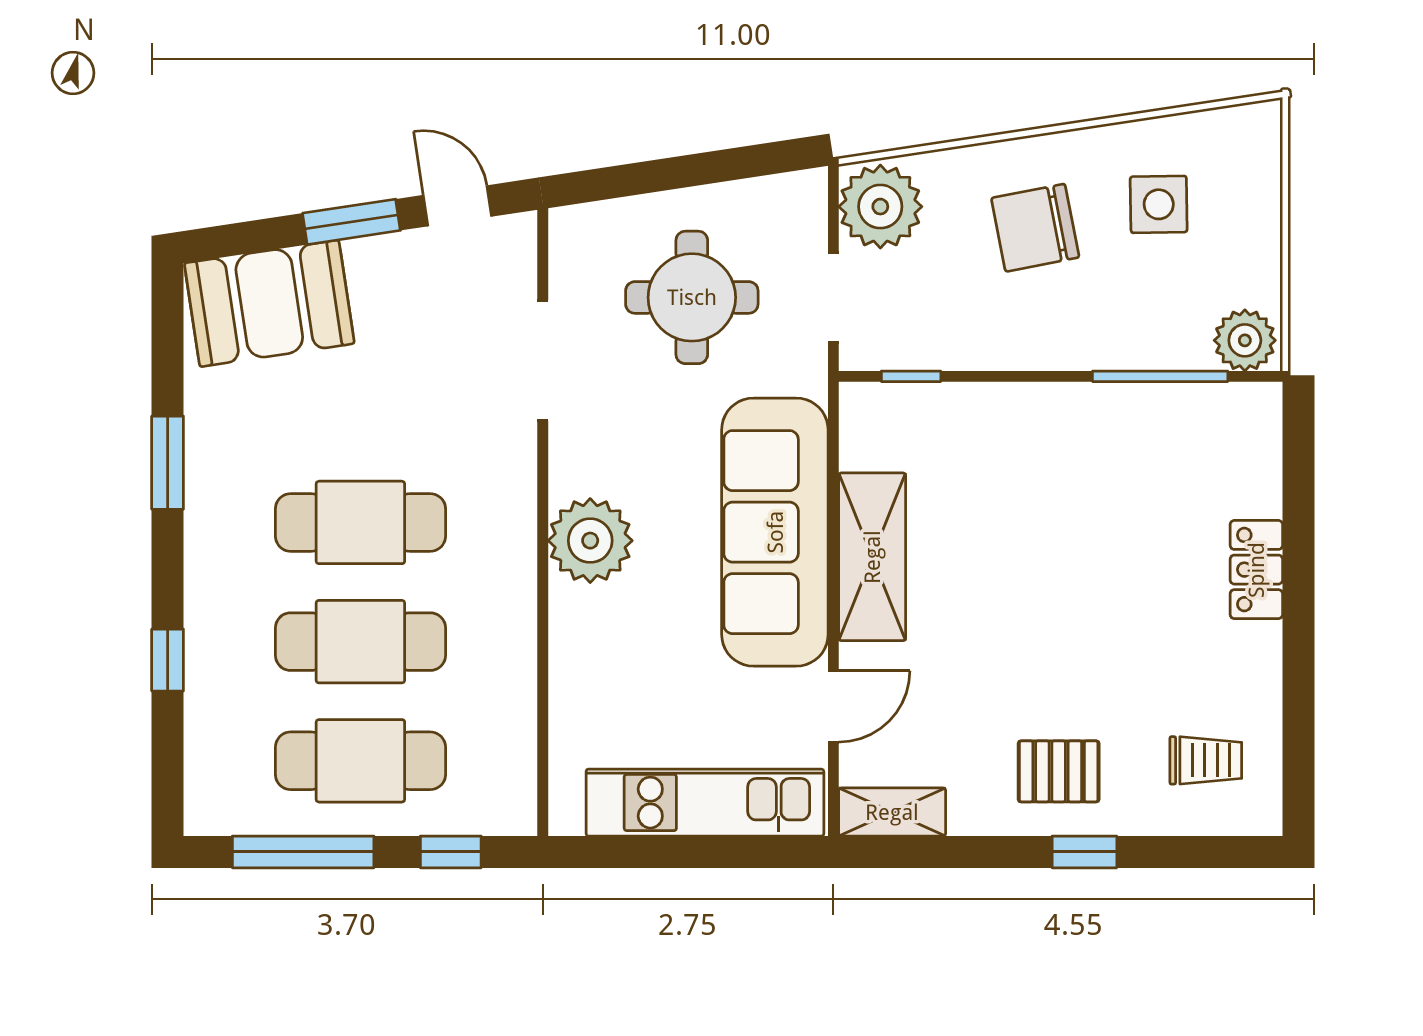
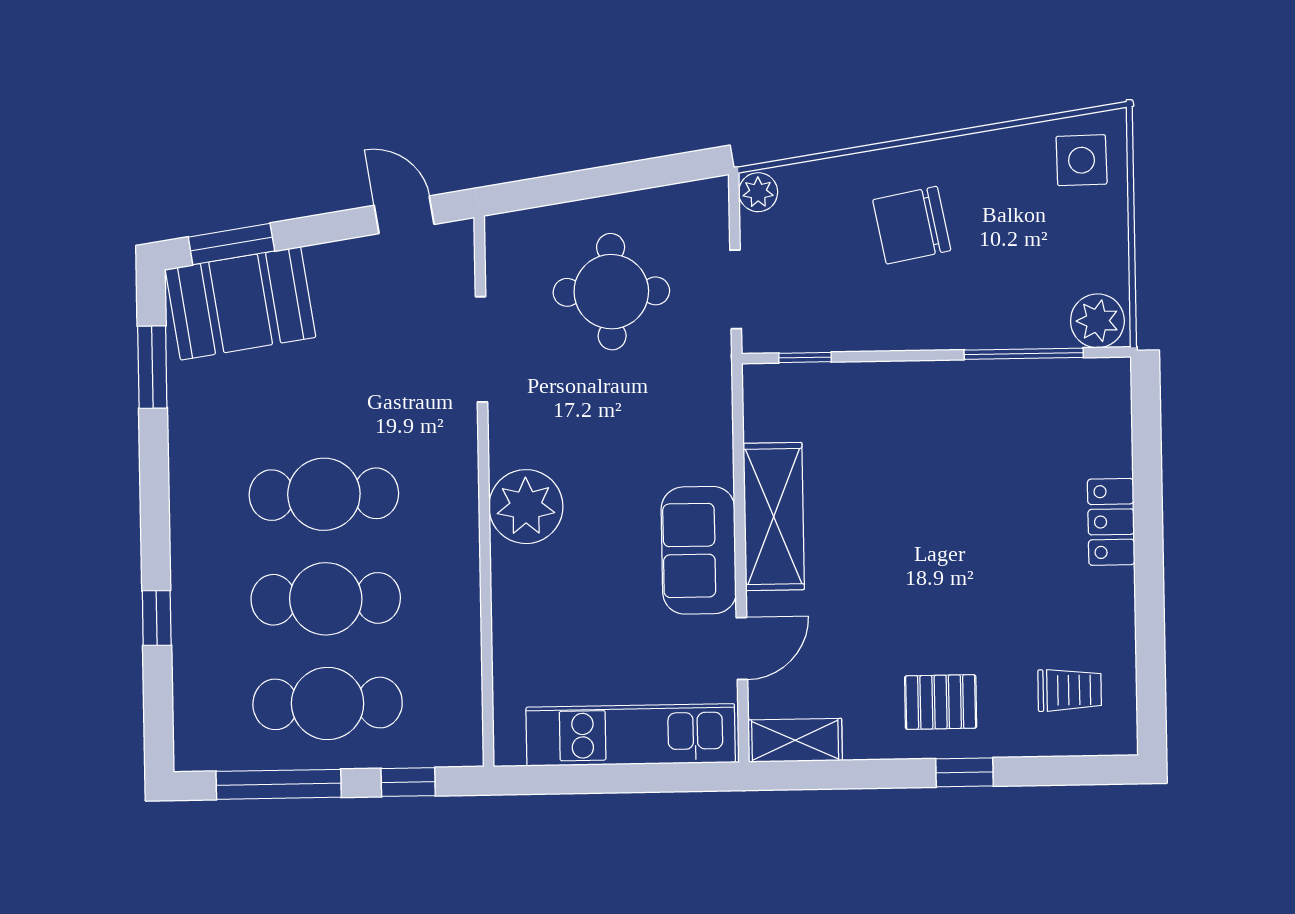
side table: (1159, 204) -> (1082, 160), moved
plant: (880, 207) -> (758, 192), width x0.53, depth x0.53
window: (351, 222) -> (231, 244), moved
window: (168, 463) -> (152, 367), moved
sofa: (775, 532) -> (699, 550), width x0.54, depth x0.79

